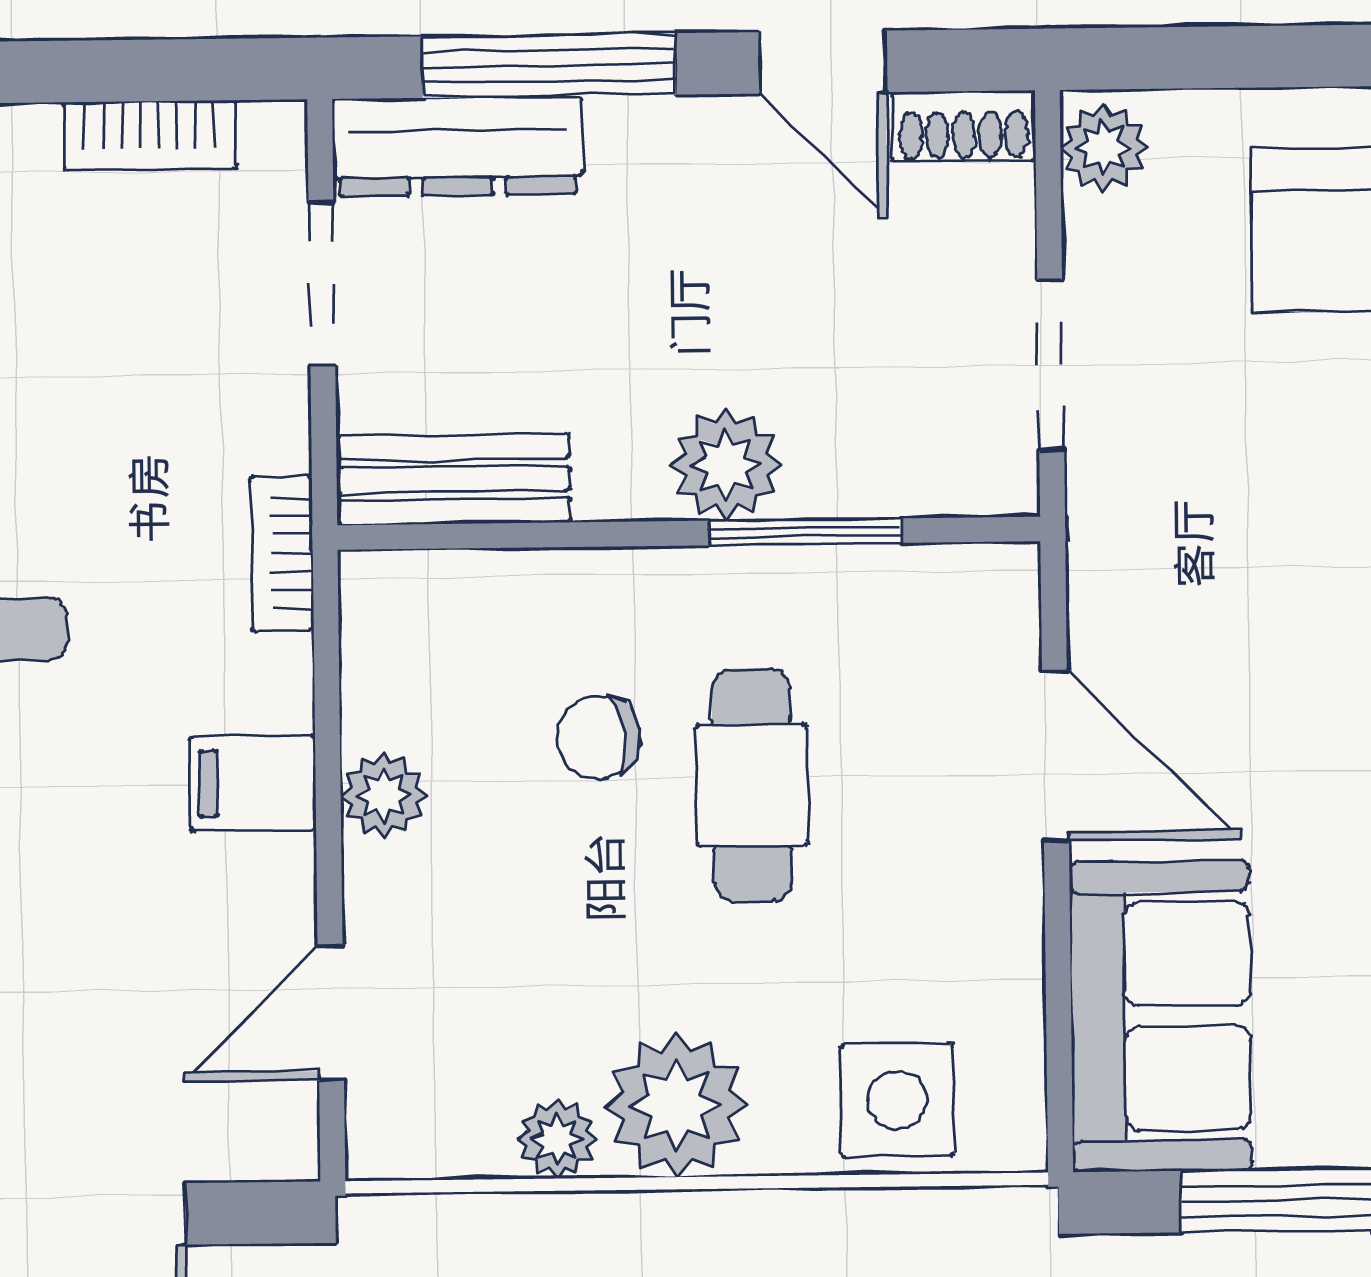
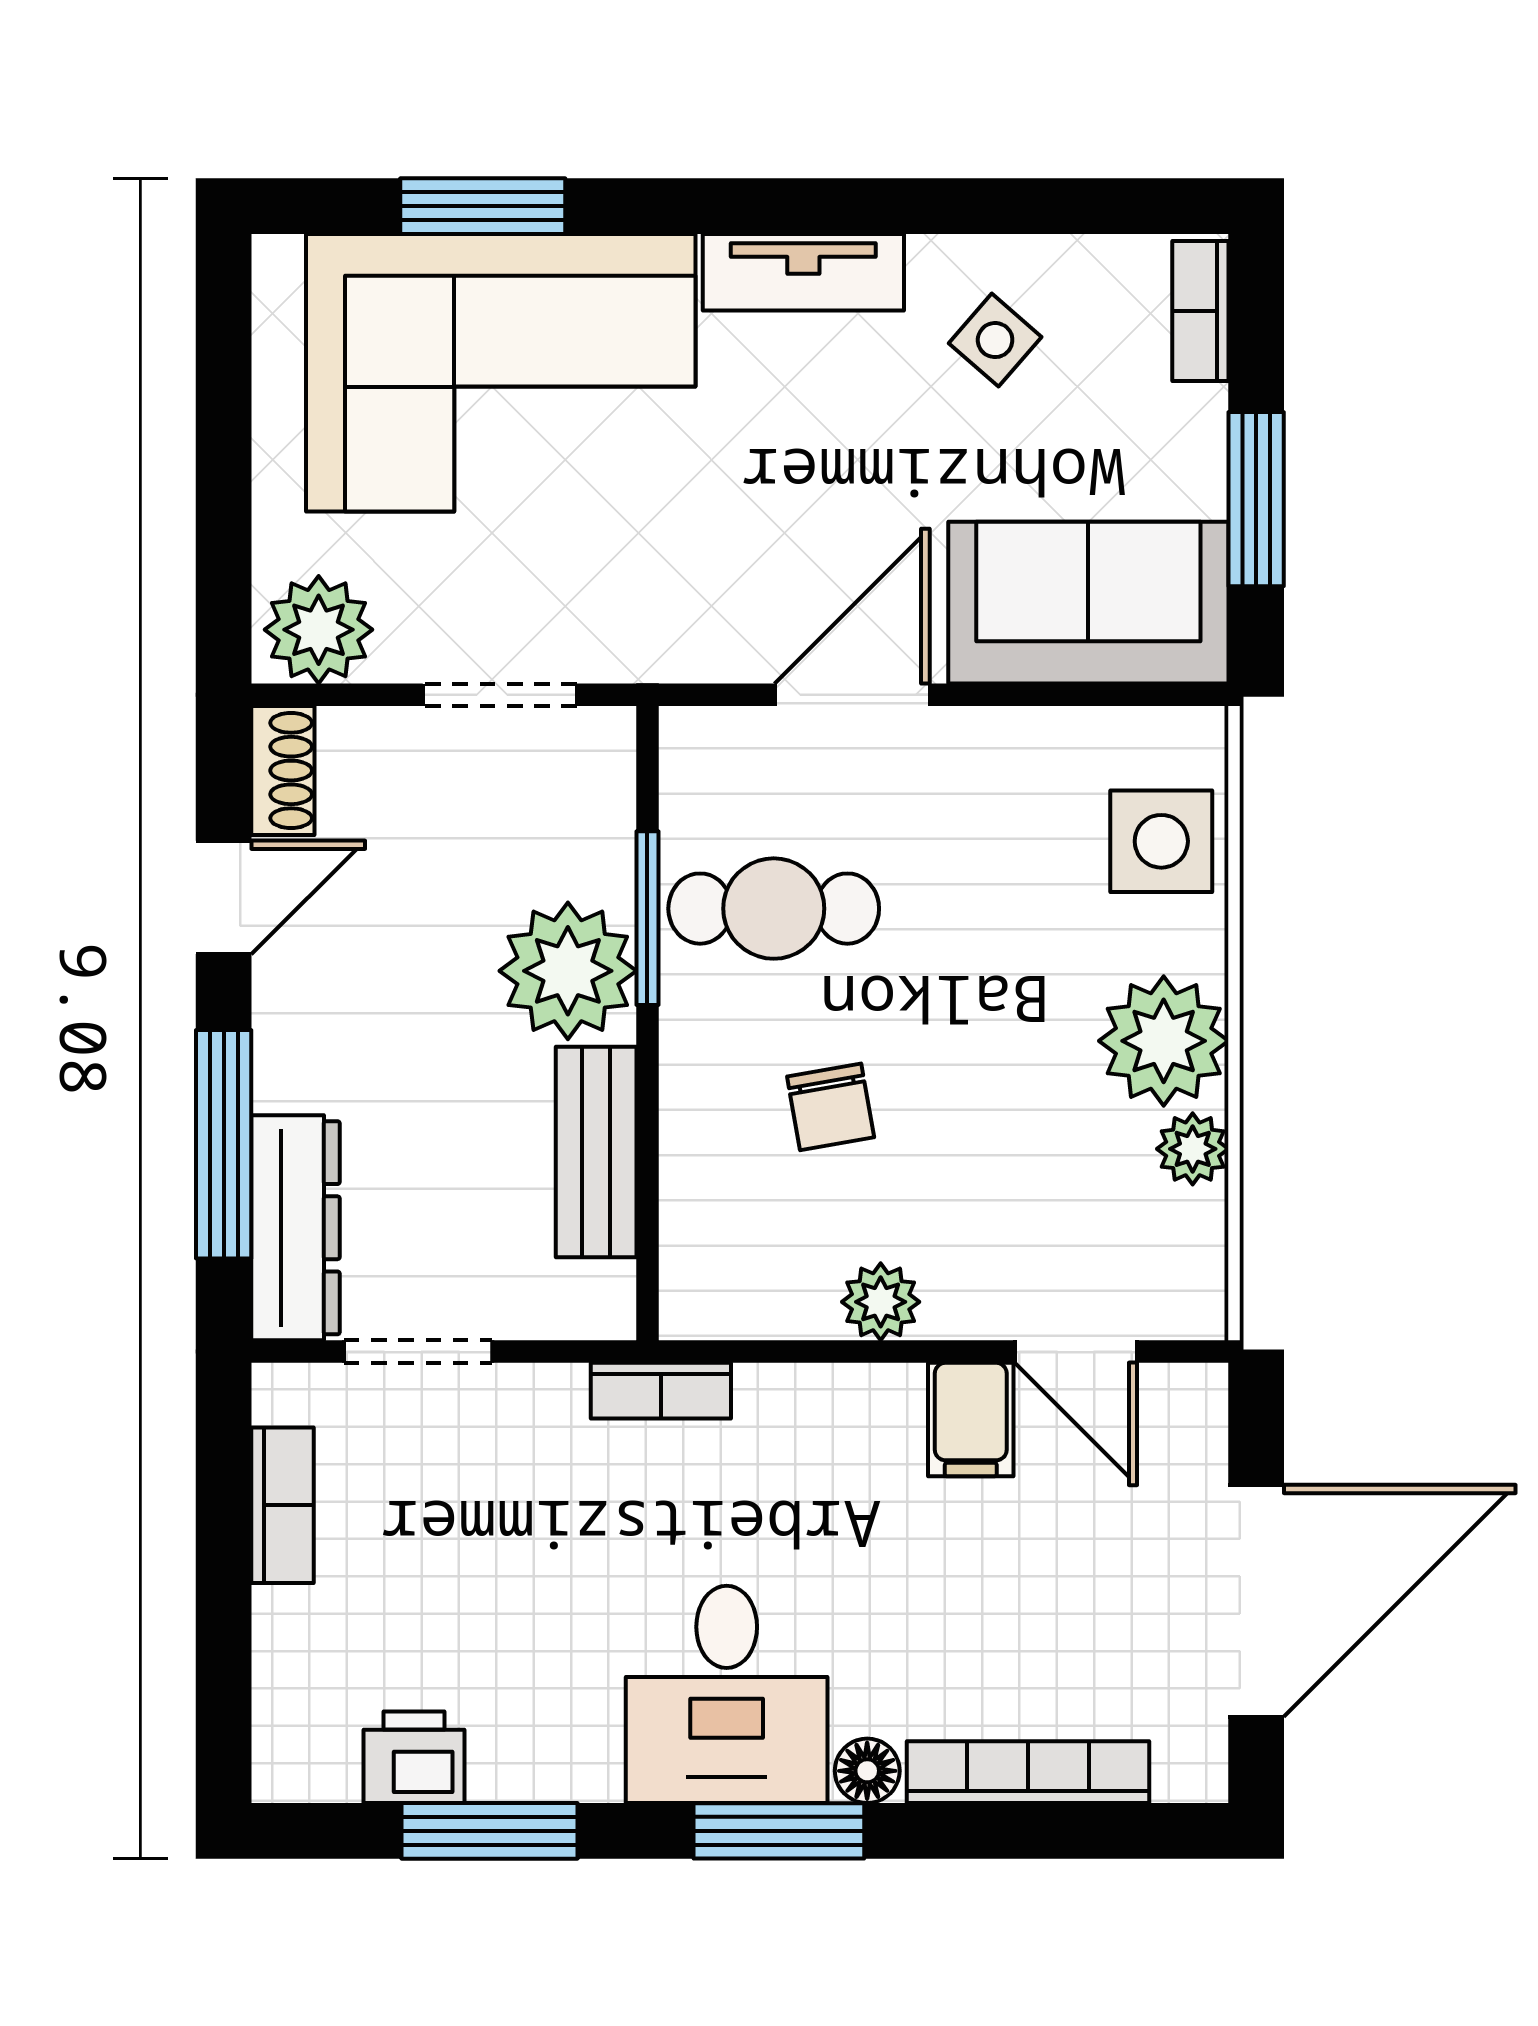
plant: (1104, 148) -> (319, 630), width x1.38, depth x1.38
plant: (726, 465) -> (568, 971), width x1.36, depth x1.36
bench: (453, 479) -> (596, 1152), moved
filing cabinet: (253, 783) -> (971, 1420), moved
cafe table: (752, 785) -> (774, 909), moved

